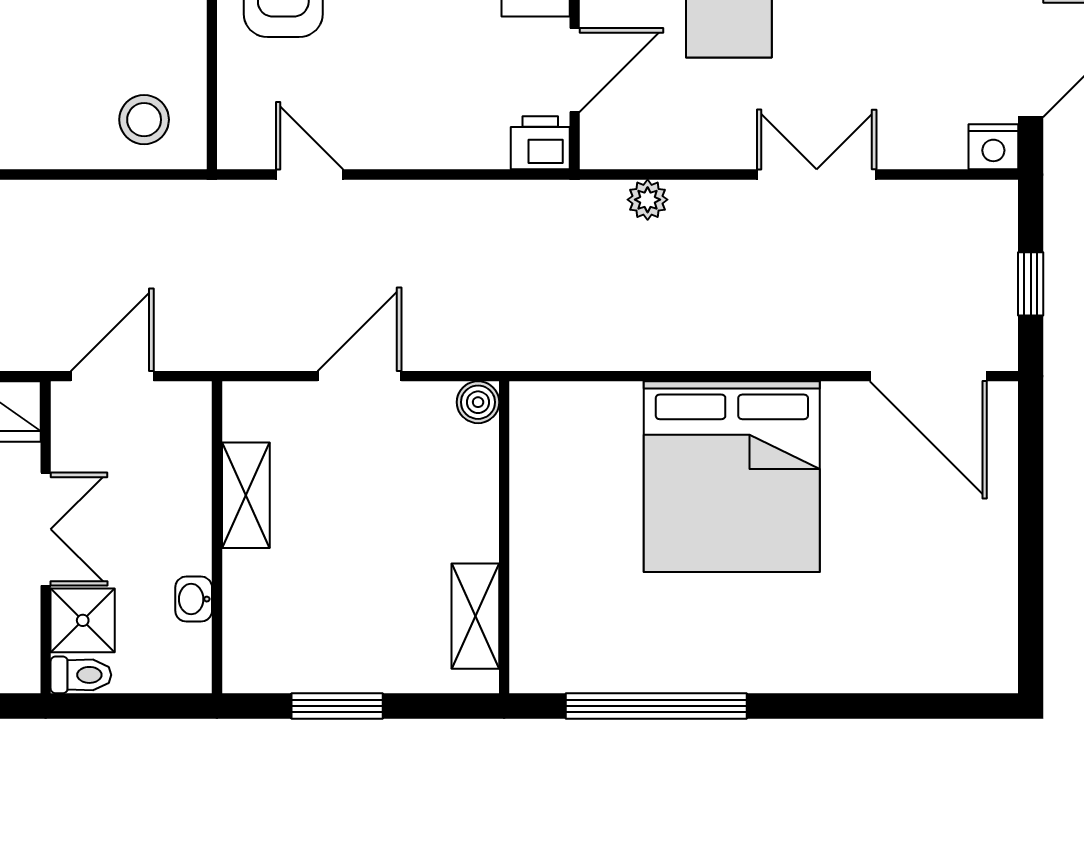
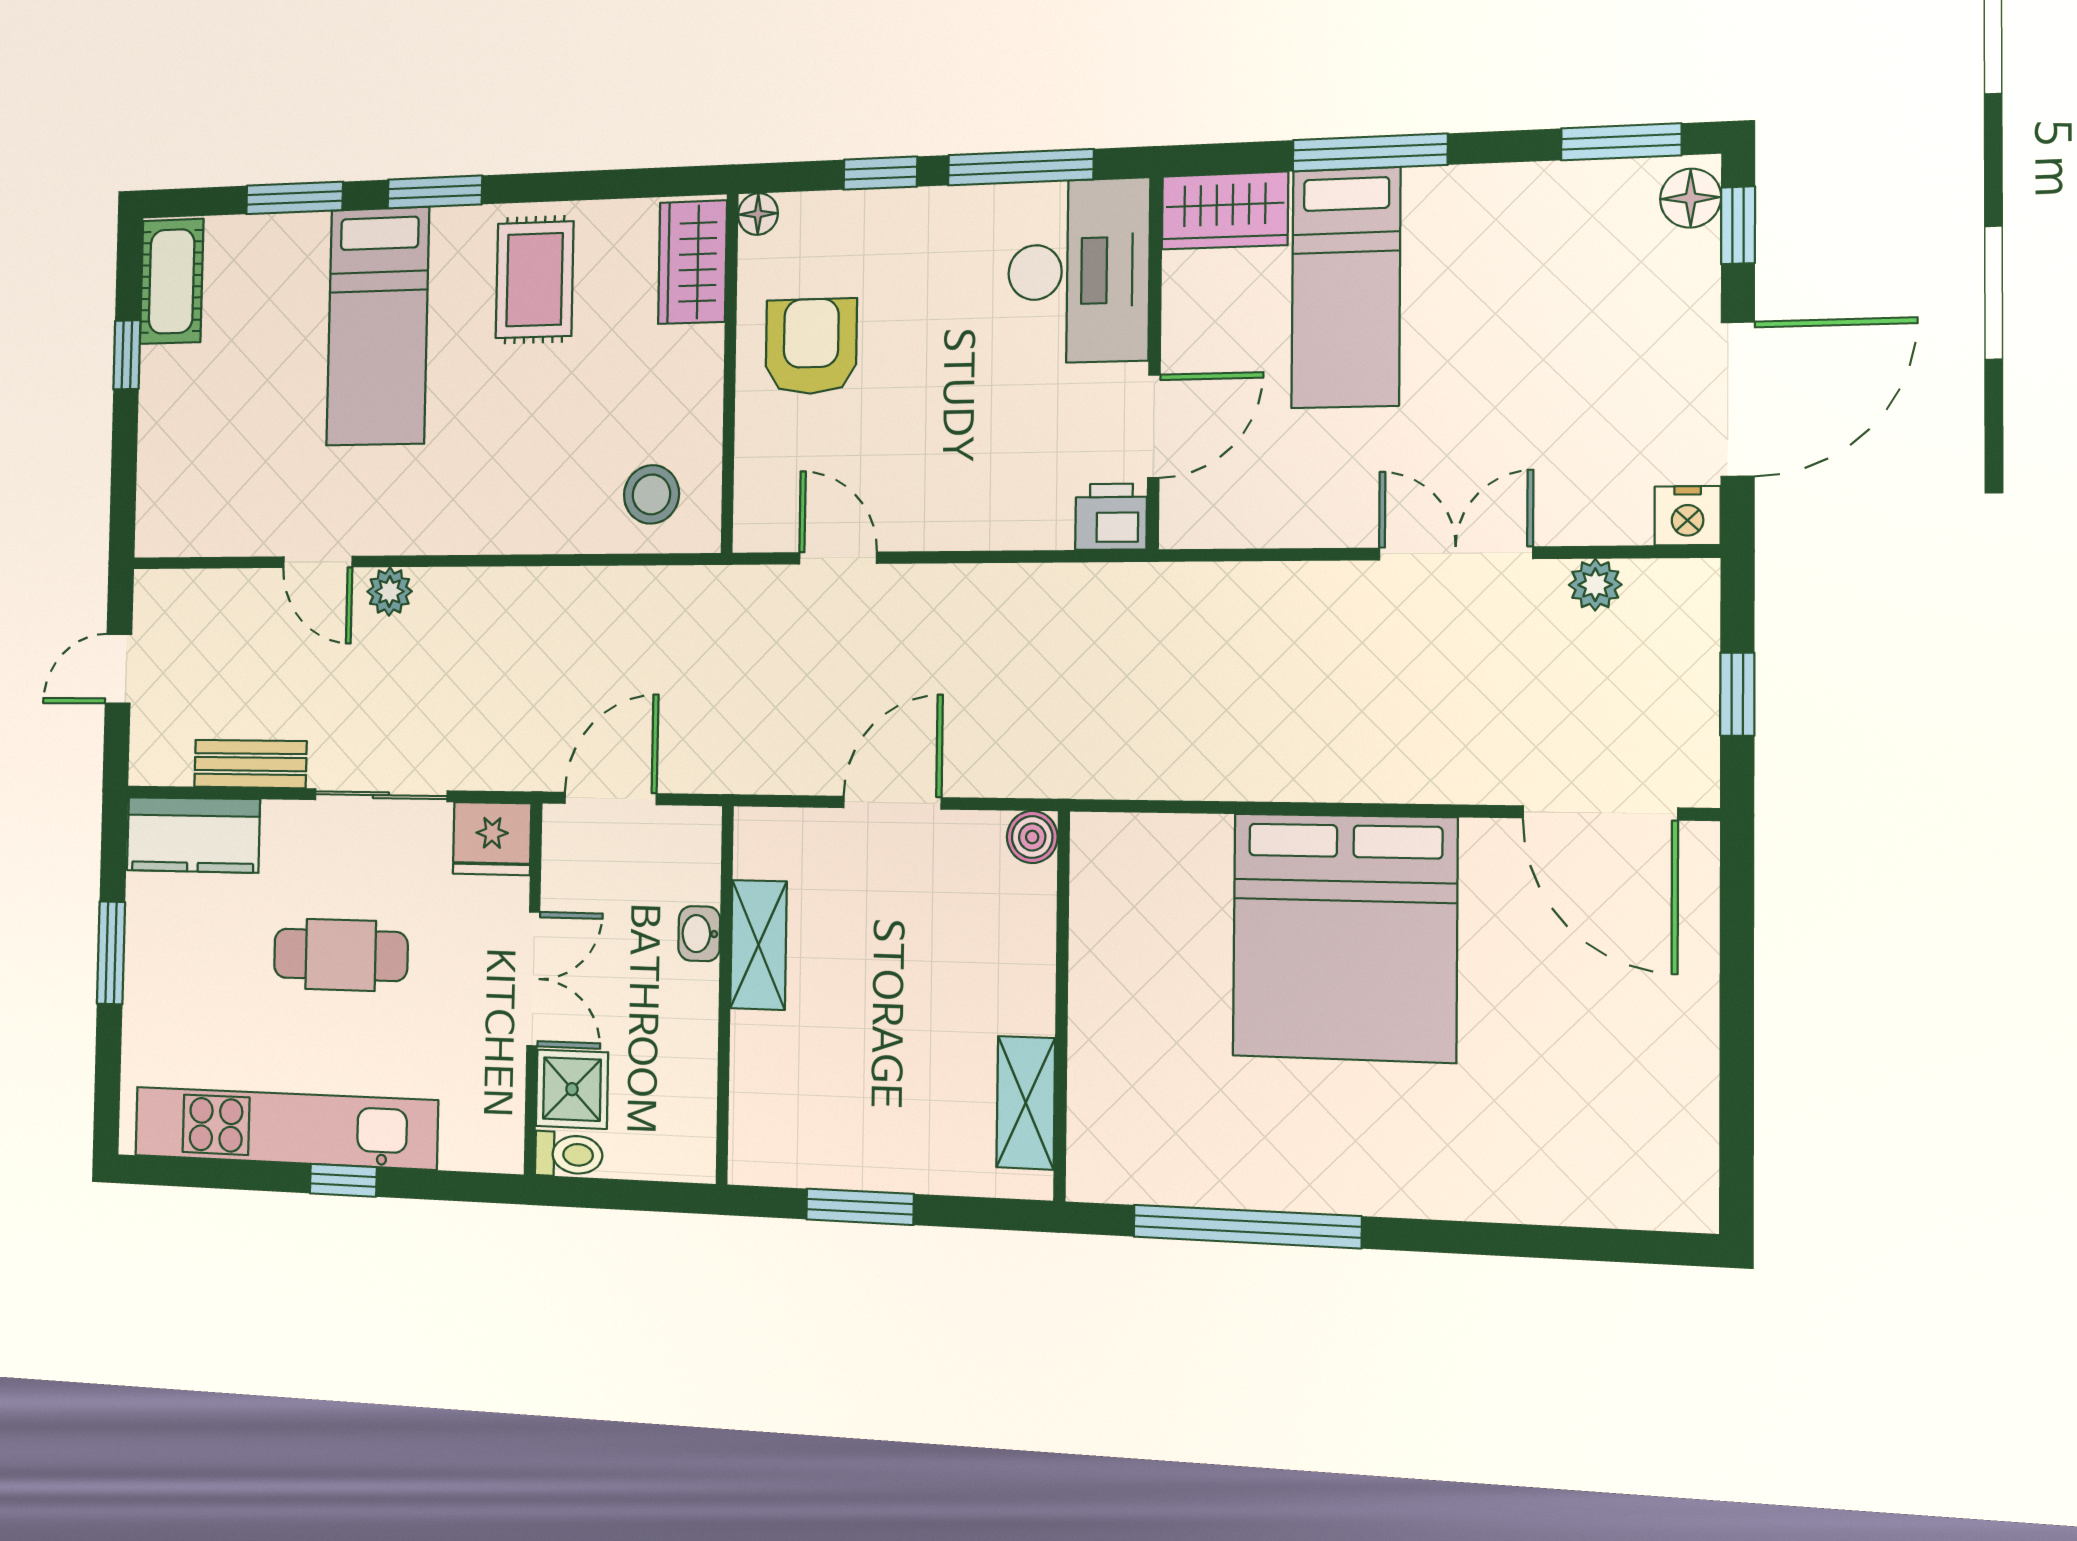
plant: (648, 200) -> (1595, 585), moved
washbasin: (194, 599) -> (699, 934), moved

